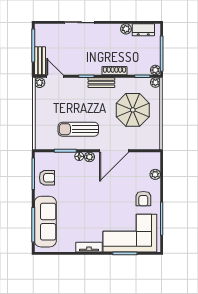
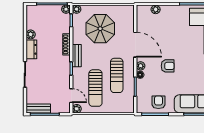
dresser: (143, 30) -> (31, 49), moved
bench: (40, 61) -> (38, 108), moved
door: (55, 76) -> (71, 96), swing flipped
sun lounger: (64, 104) -> (95, 88), added
armchair: (143, 199) -> (168, 66), moved

